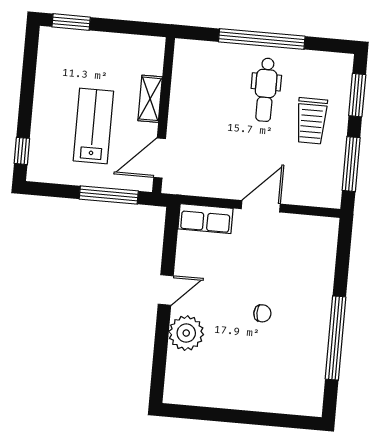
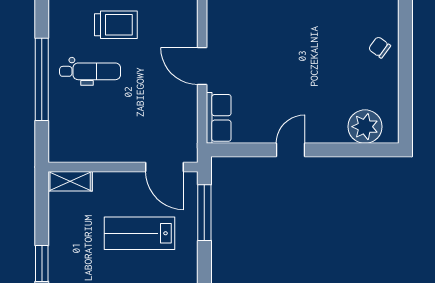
shelving: (150, 99) -> (70, 181), moved
door: (166, 290) -> (290, 150), hinge flipped
chair: (262, 313) -> (380, 47), moved, turned -54
plant: (186, 333) -> (365, 127), moved

